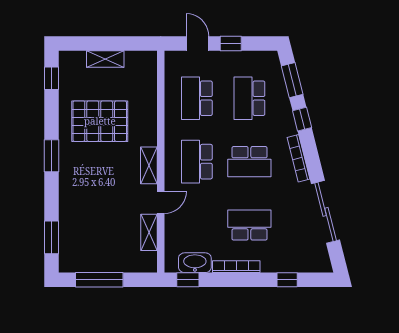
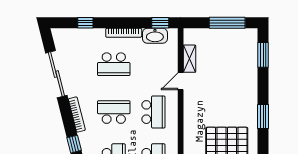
shelving: (149, 165) -> (190, 109), removed

